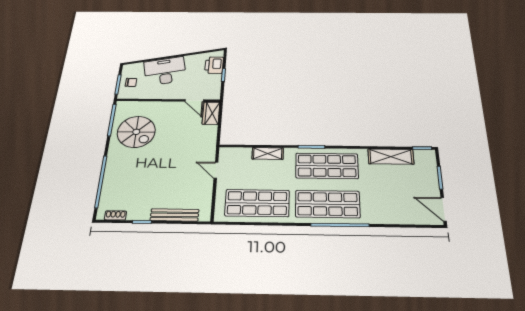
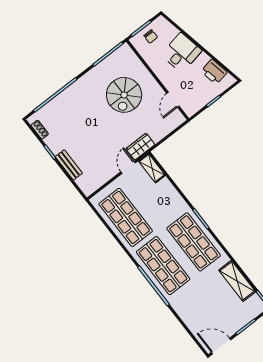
printer: (214, 65) -> (214, 72), moved, turned -101
desk: (165, 71) -> (181, 53), width x0.73
wardrobe: (211, 113) -> (140, 147), moved
spiral stairs: (136, 132) -> (124, 95), moved
shelving: (268, 153) -> (152, 168), moved
door: (444, 209) -> (221, 346), hinge flipped
bench: (175, 215) -> (69, 165), width x0.73

